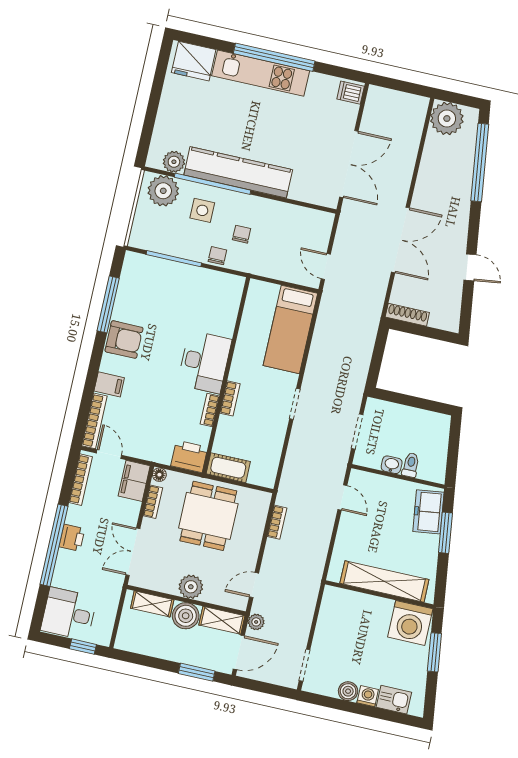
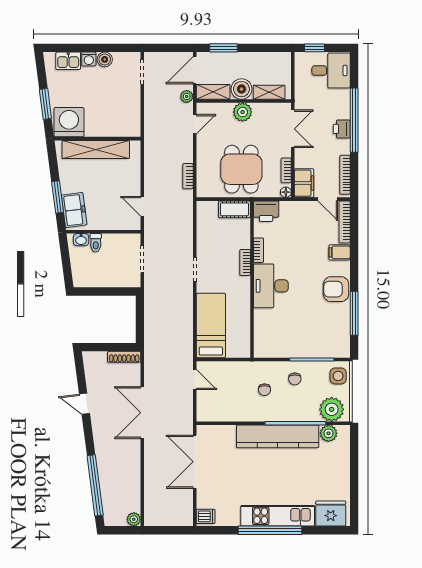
plant: (447, 119) -> (134, 519), width x0.53, depth x0.53
side table: (202, 210) -> (338, 376), moved
chair: (217, 256) -> (295, 379), moved
washbasin: (392, 465) -> (81, 240), moved

